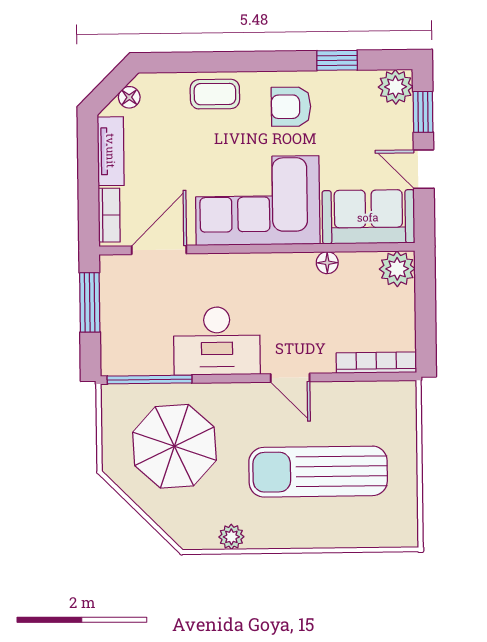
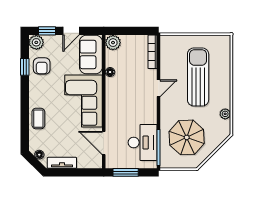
armchair: (291, 107) -> (42, 66), moved
bookcase: (109, 215) -> (89, 164), removed
desk: (217, 341) -> (142, 142), moved
sun lounger: (318, 472) -> (198, 77), turned 180

